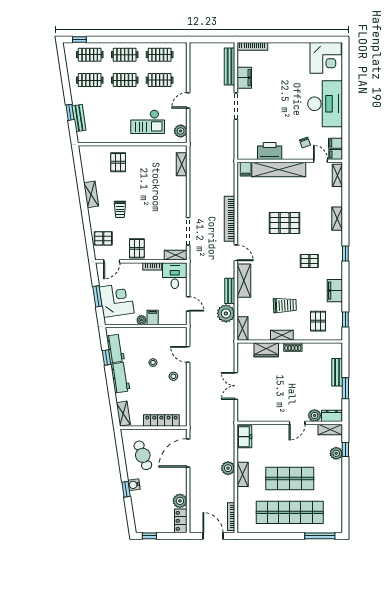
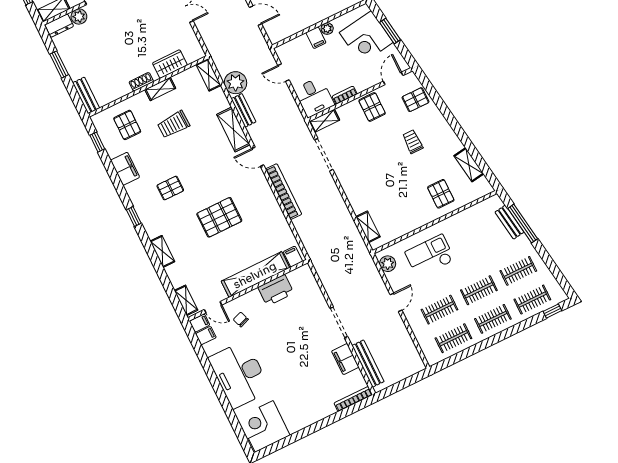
window: (70, 112) -> (523, 224), width x2.17
shelving: (91, 194) -> (469, 165), moved
bench: (337, 372) -> (86, 95), moved

